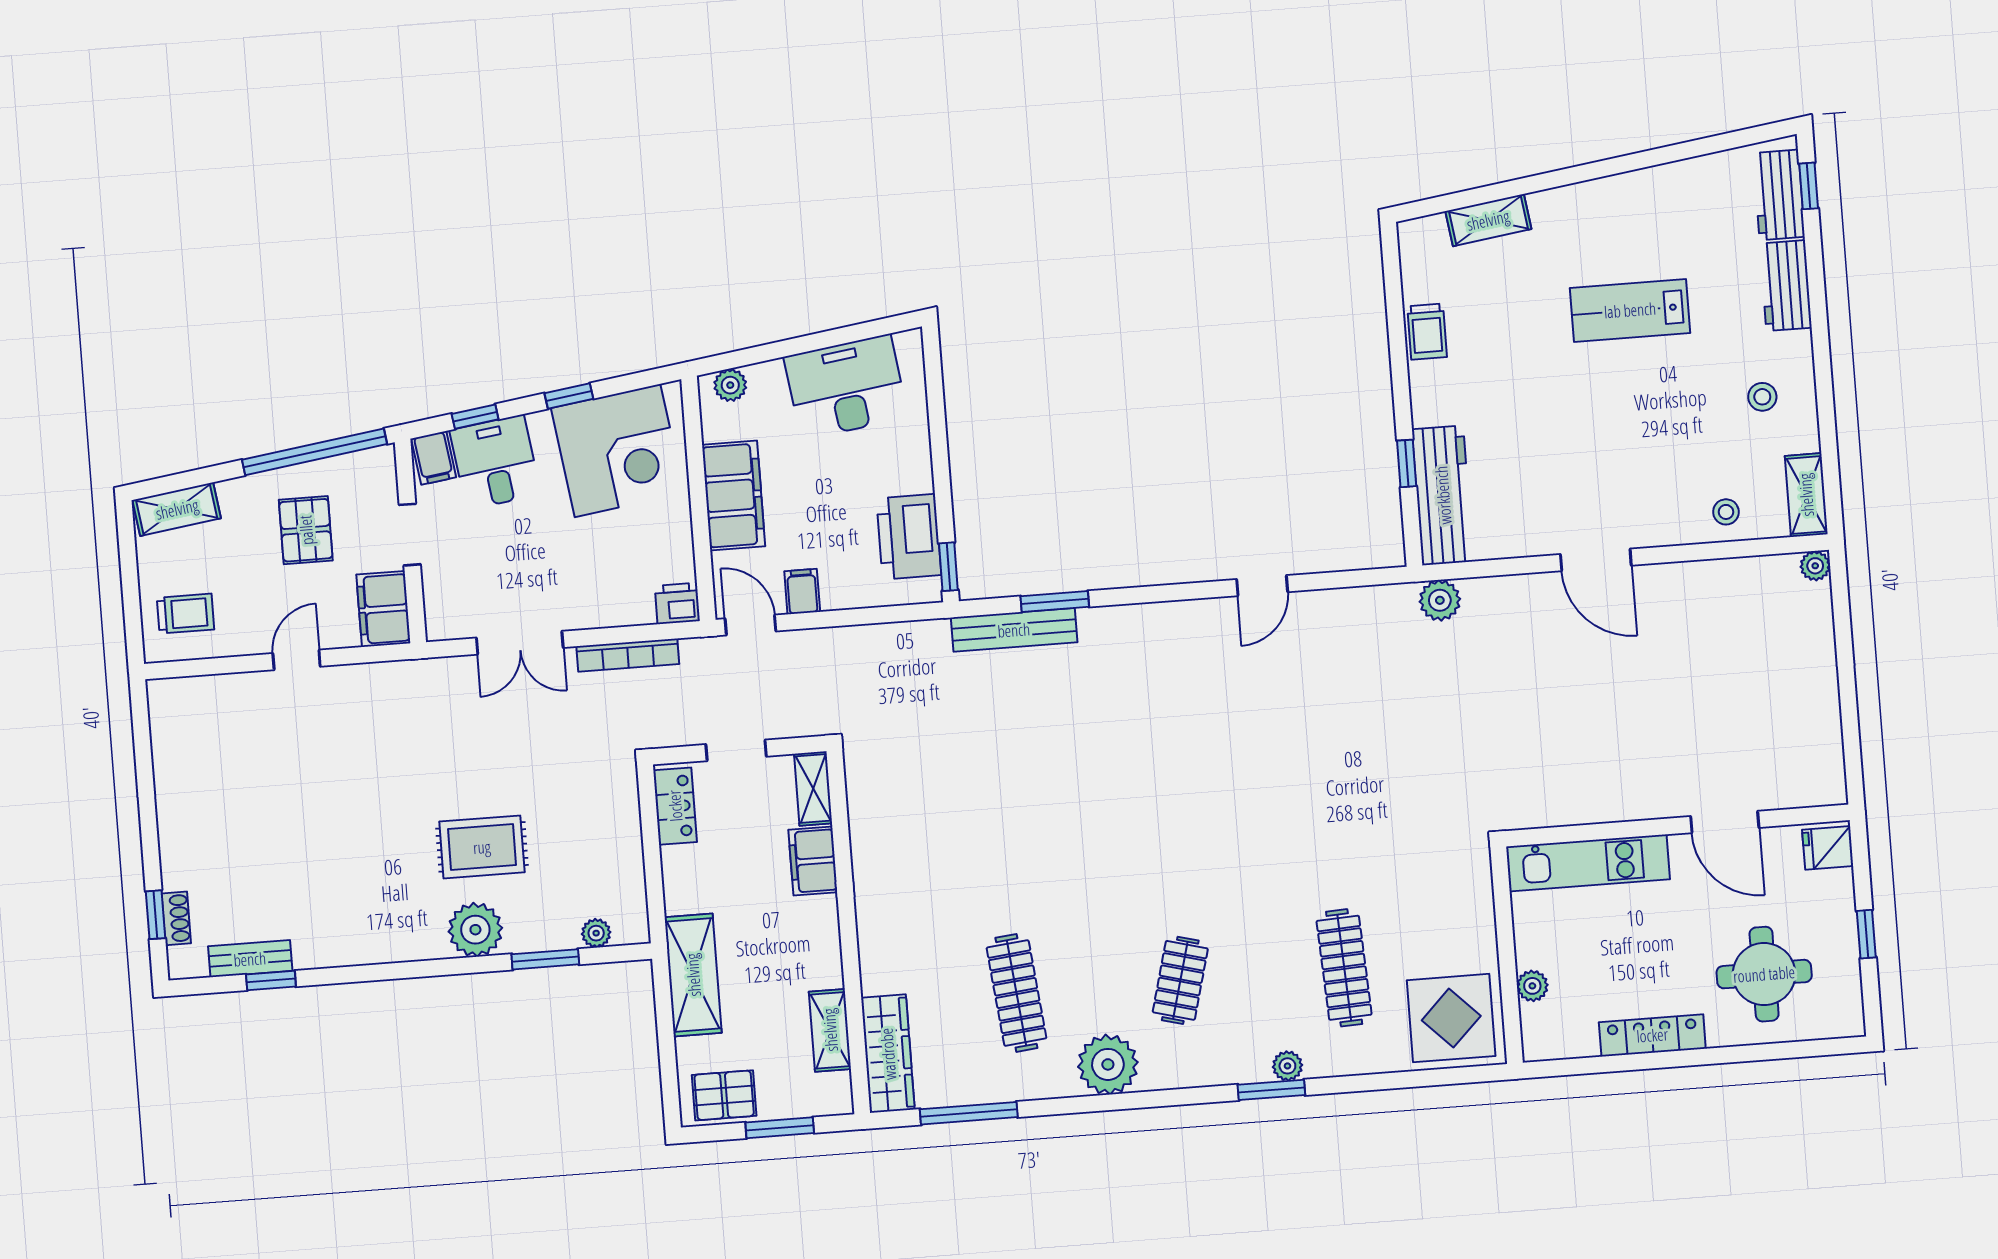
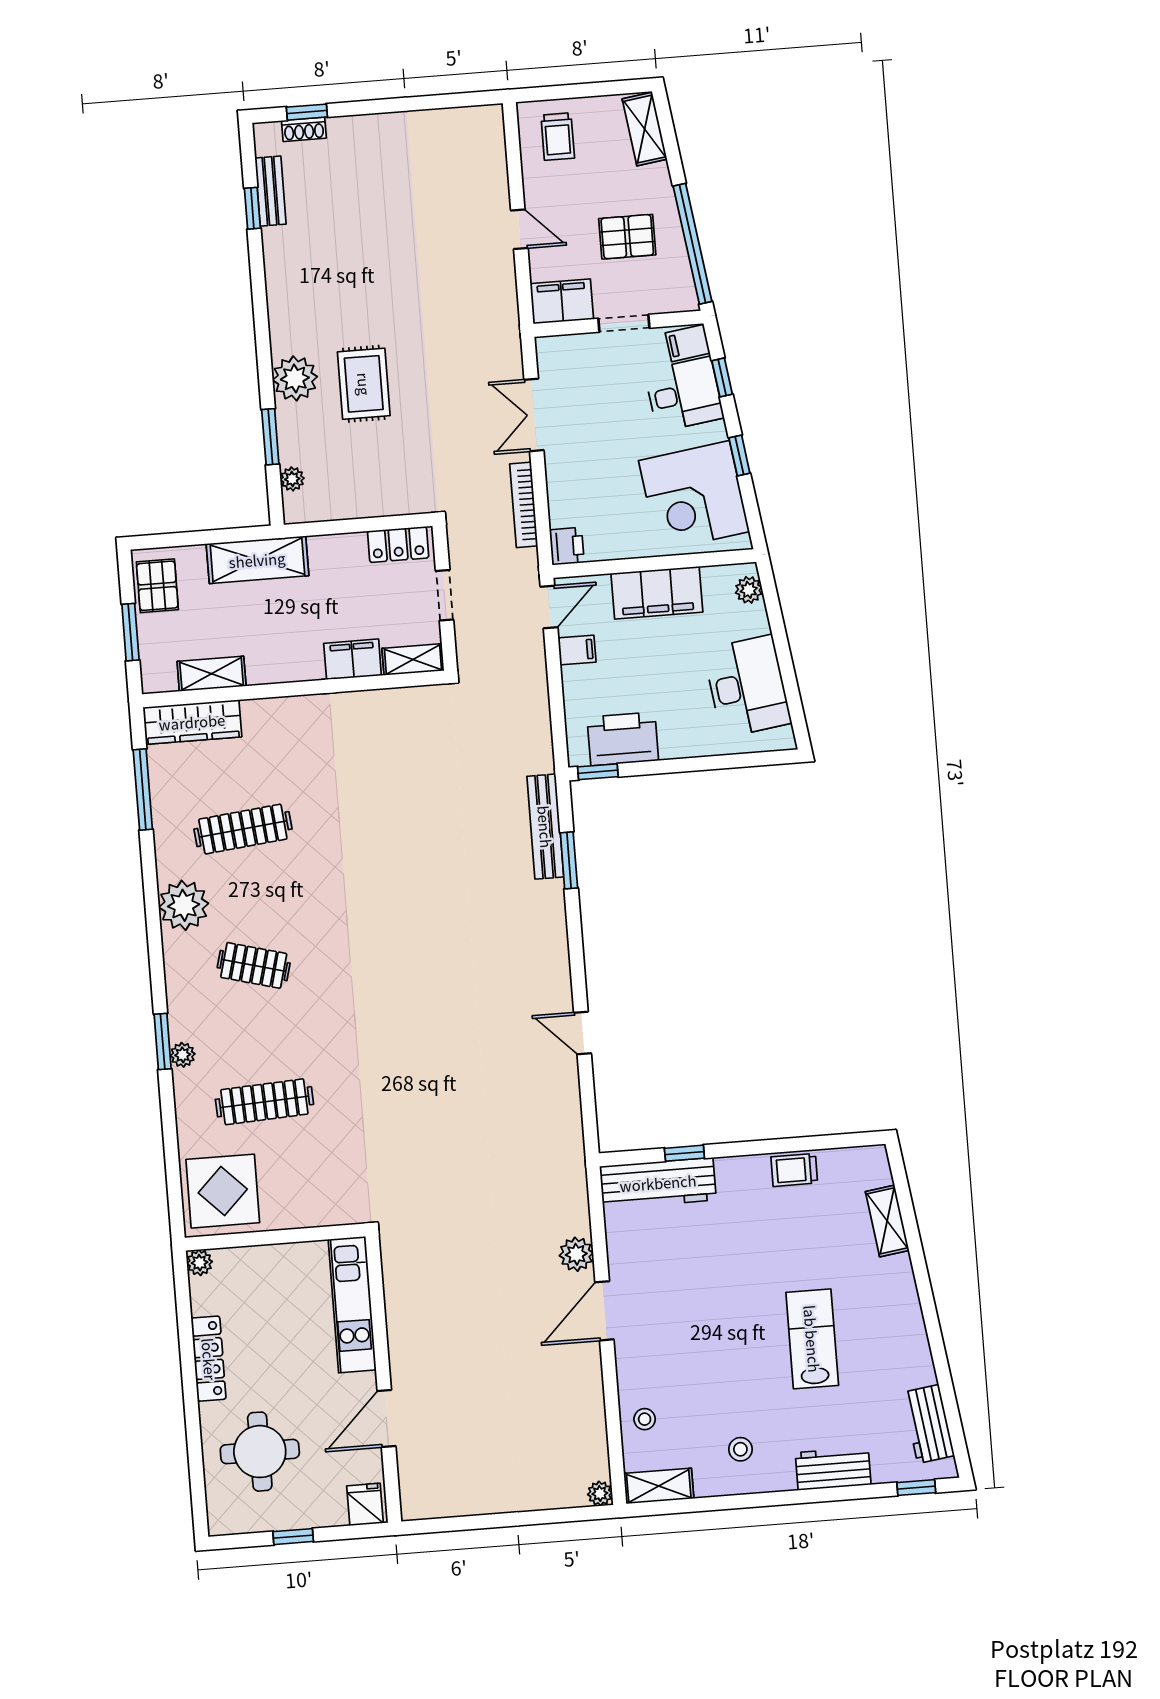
workbench: (1779, 195) -> (928, 1424), moved, turned -98
plant: (1440, 600) -> (576, 1254), moved
plant: (1532, 986) -> (200, 1263), moved

